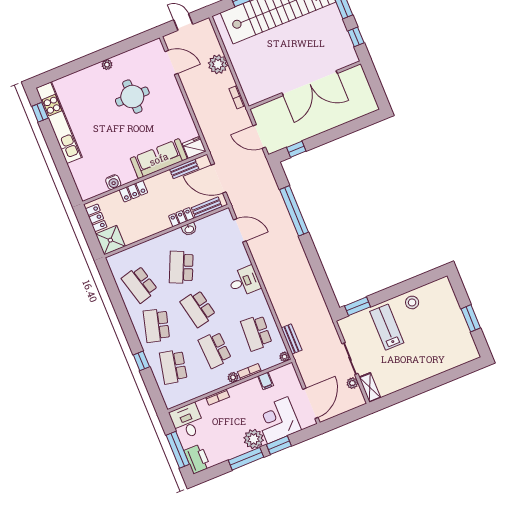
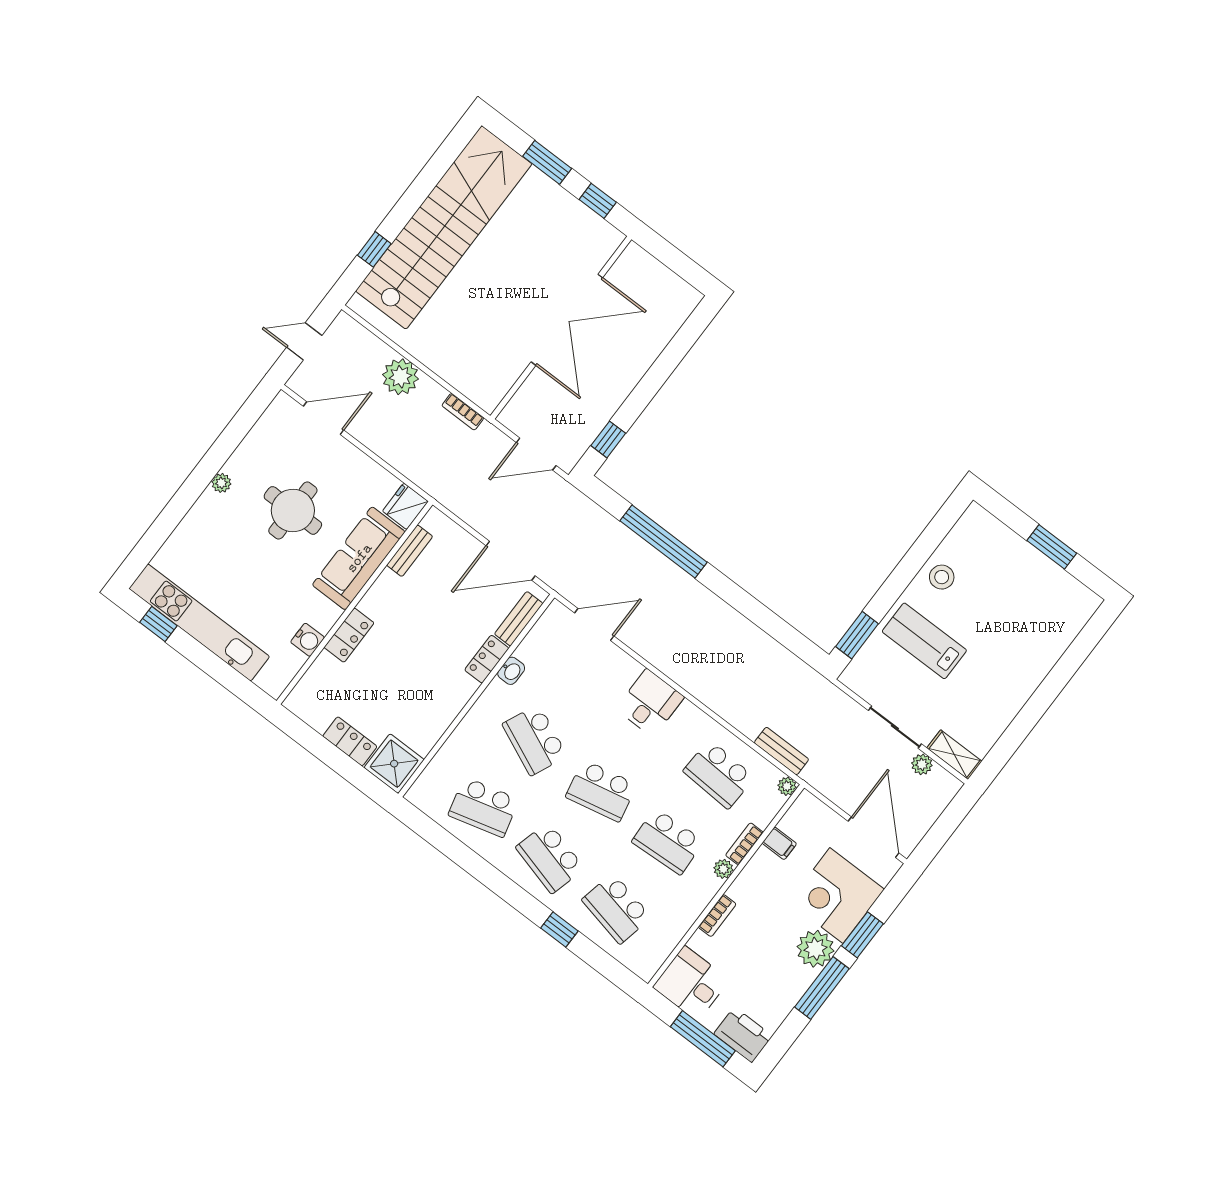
fridge: (194, 147) -> (405, 506), moved
sofa: (159, 159) -> (359, 558), moved
bench: (184, 169) -> (410, 551), moved
wall: (145, 178) -> (354, 603), moved
water cooler: (113, 182) -> (308, 640), moved
locker: (133, 191) -> (349, 635), moved

